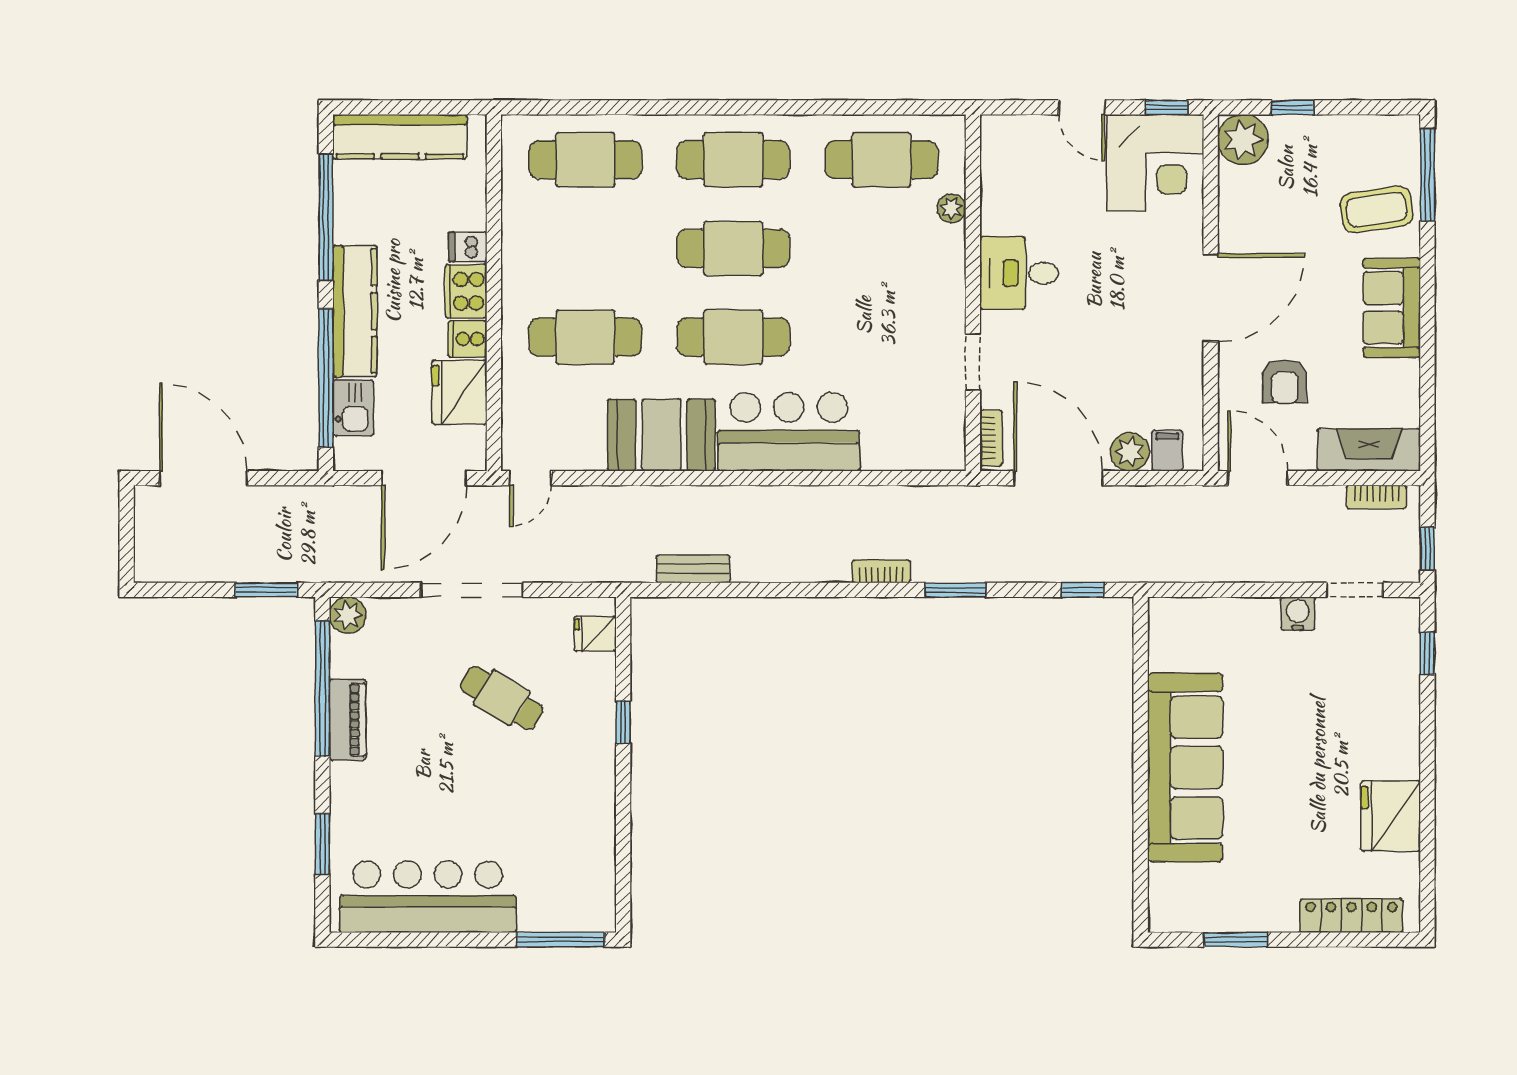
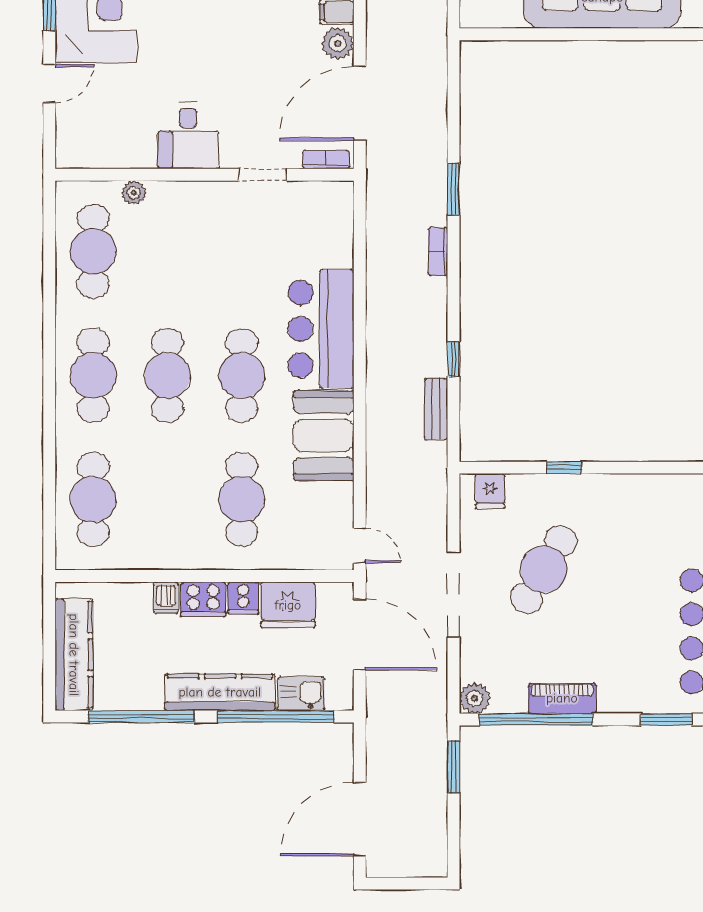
window: (1083, 590) -> (453, 359), moved
cafe table: (502, 698) -> (544, 569), width x1.37, depth x1.35

